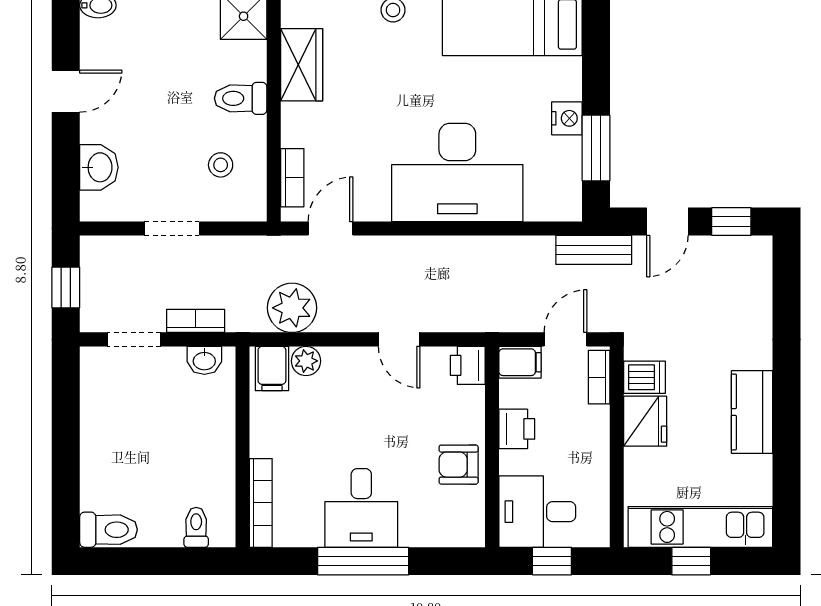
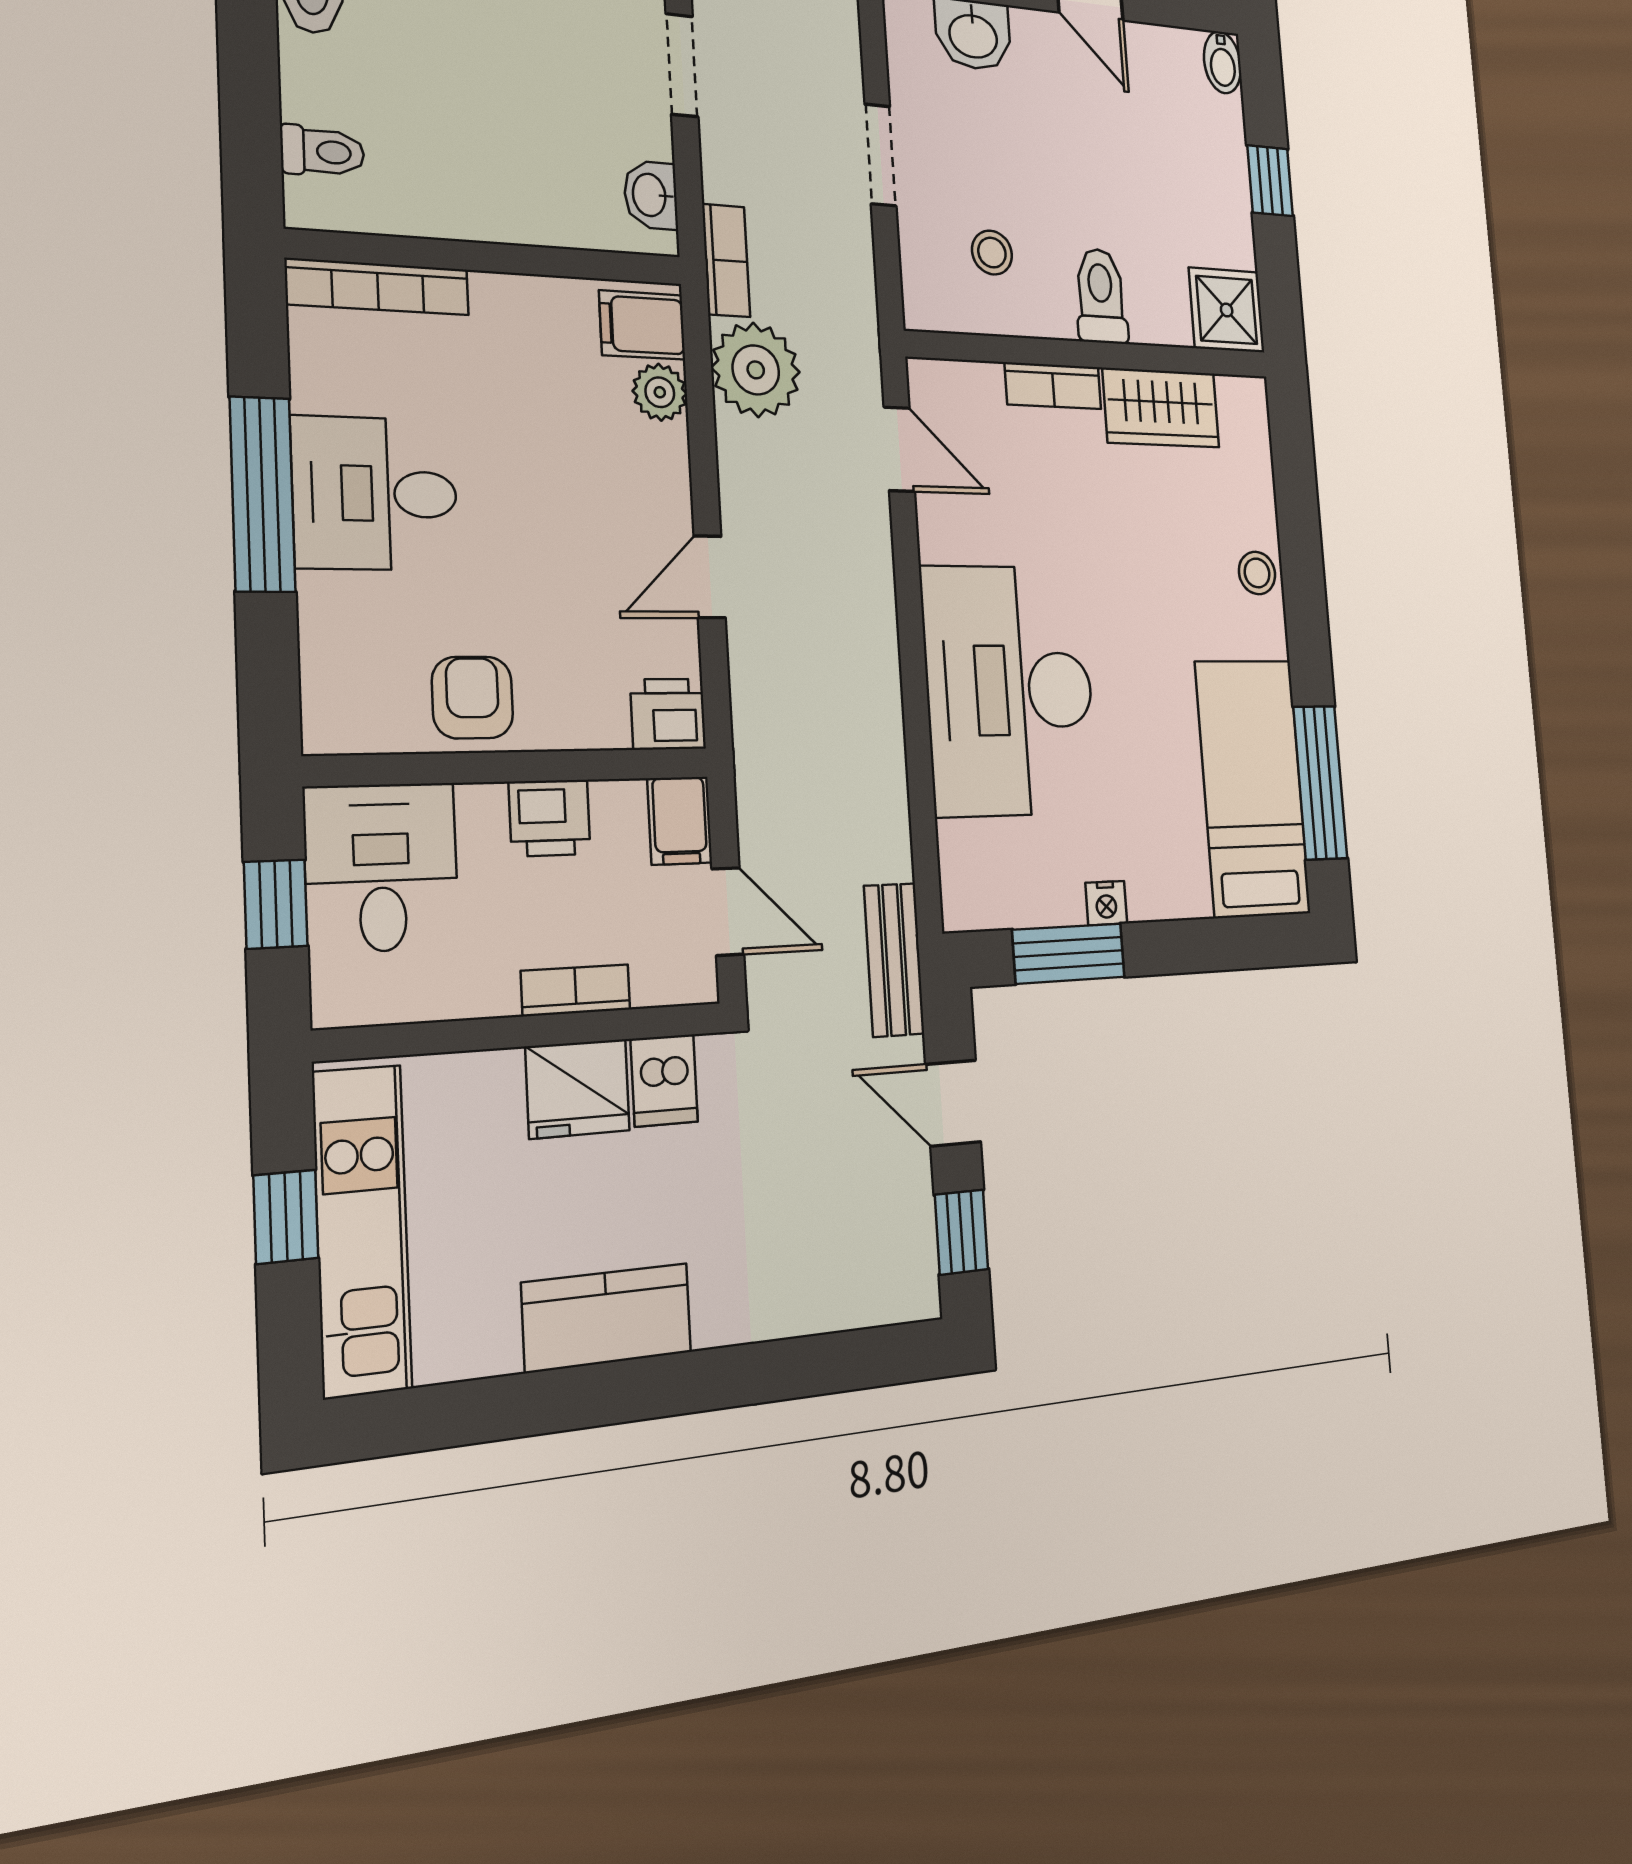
nightstand: (567, 118) -> (1106, 903), width x0.72, depth x0.74
bookcase: (292, 178) -> (1053, 386), moved
bookcase: (196, 321) -> (726, 261), moved
bookcase: (599, 377) -> (576, 990), moved

